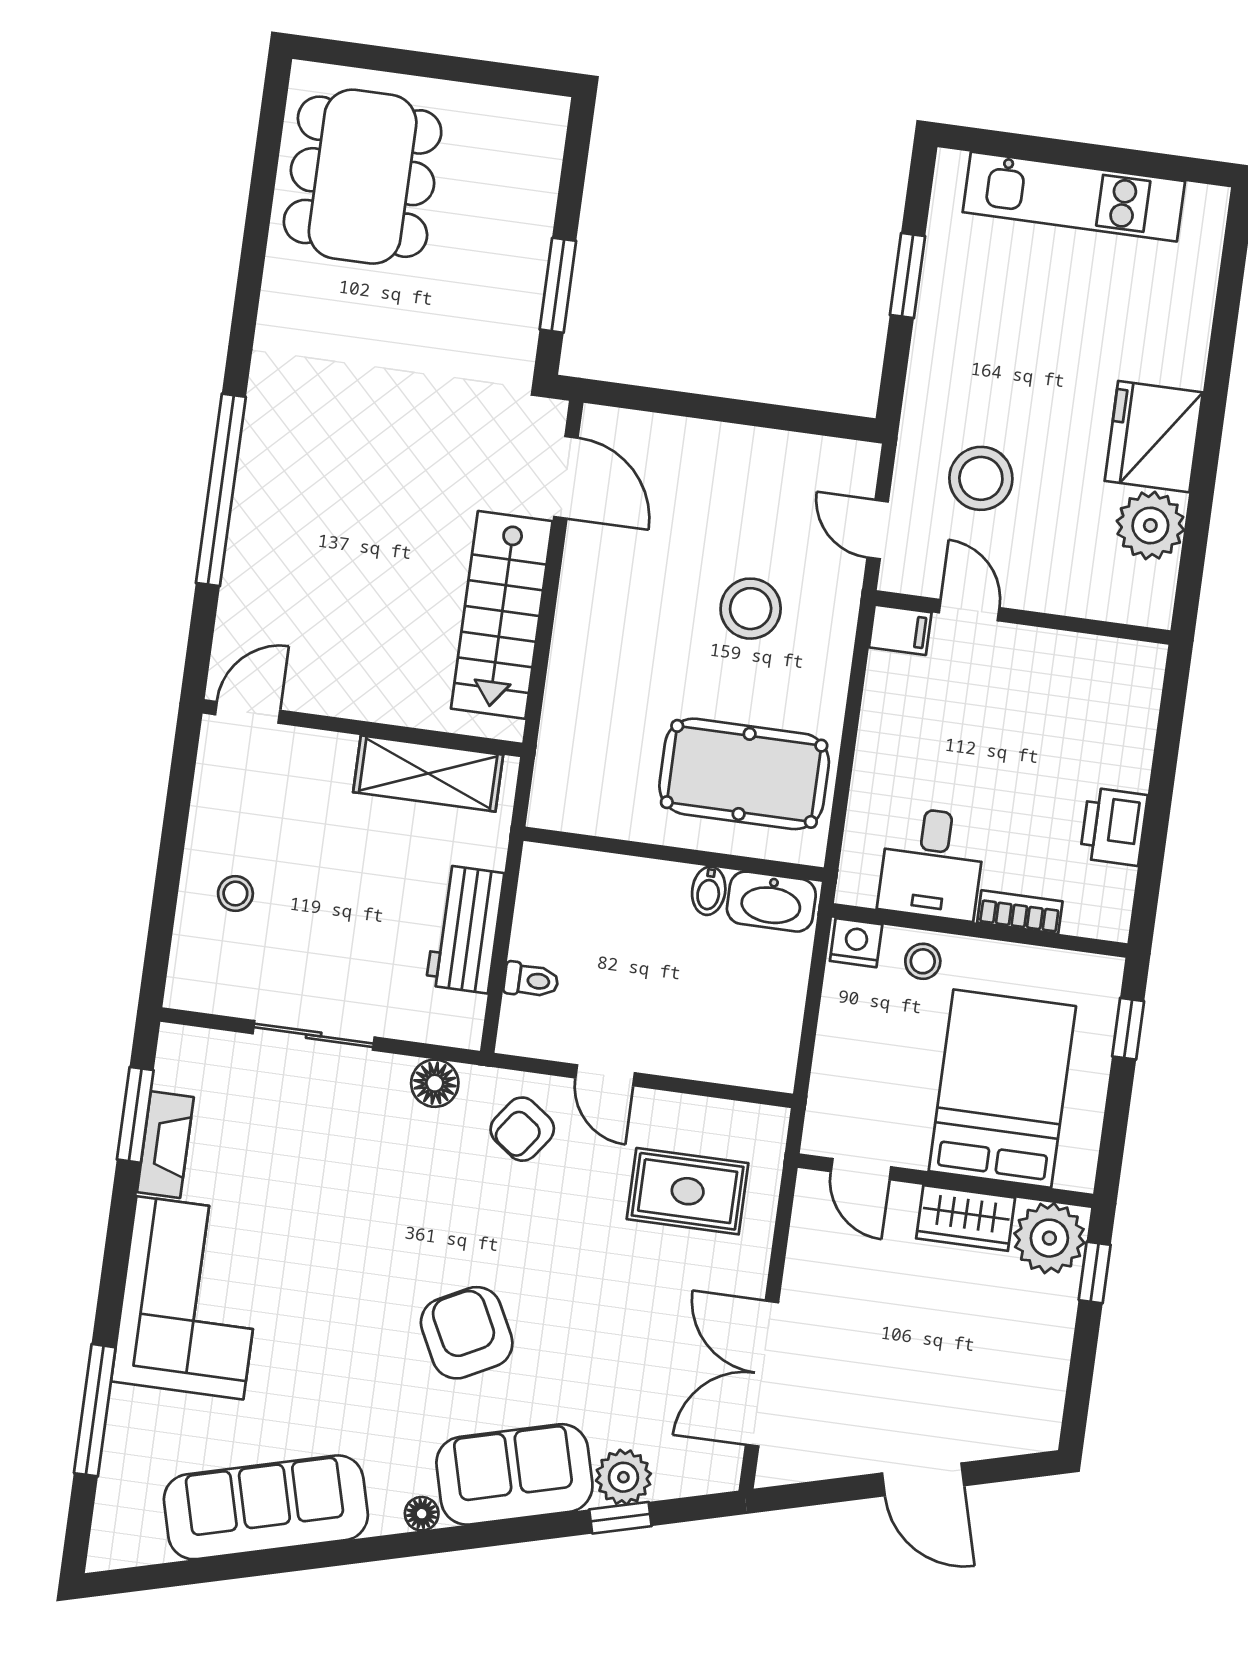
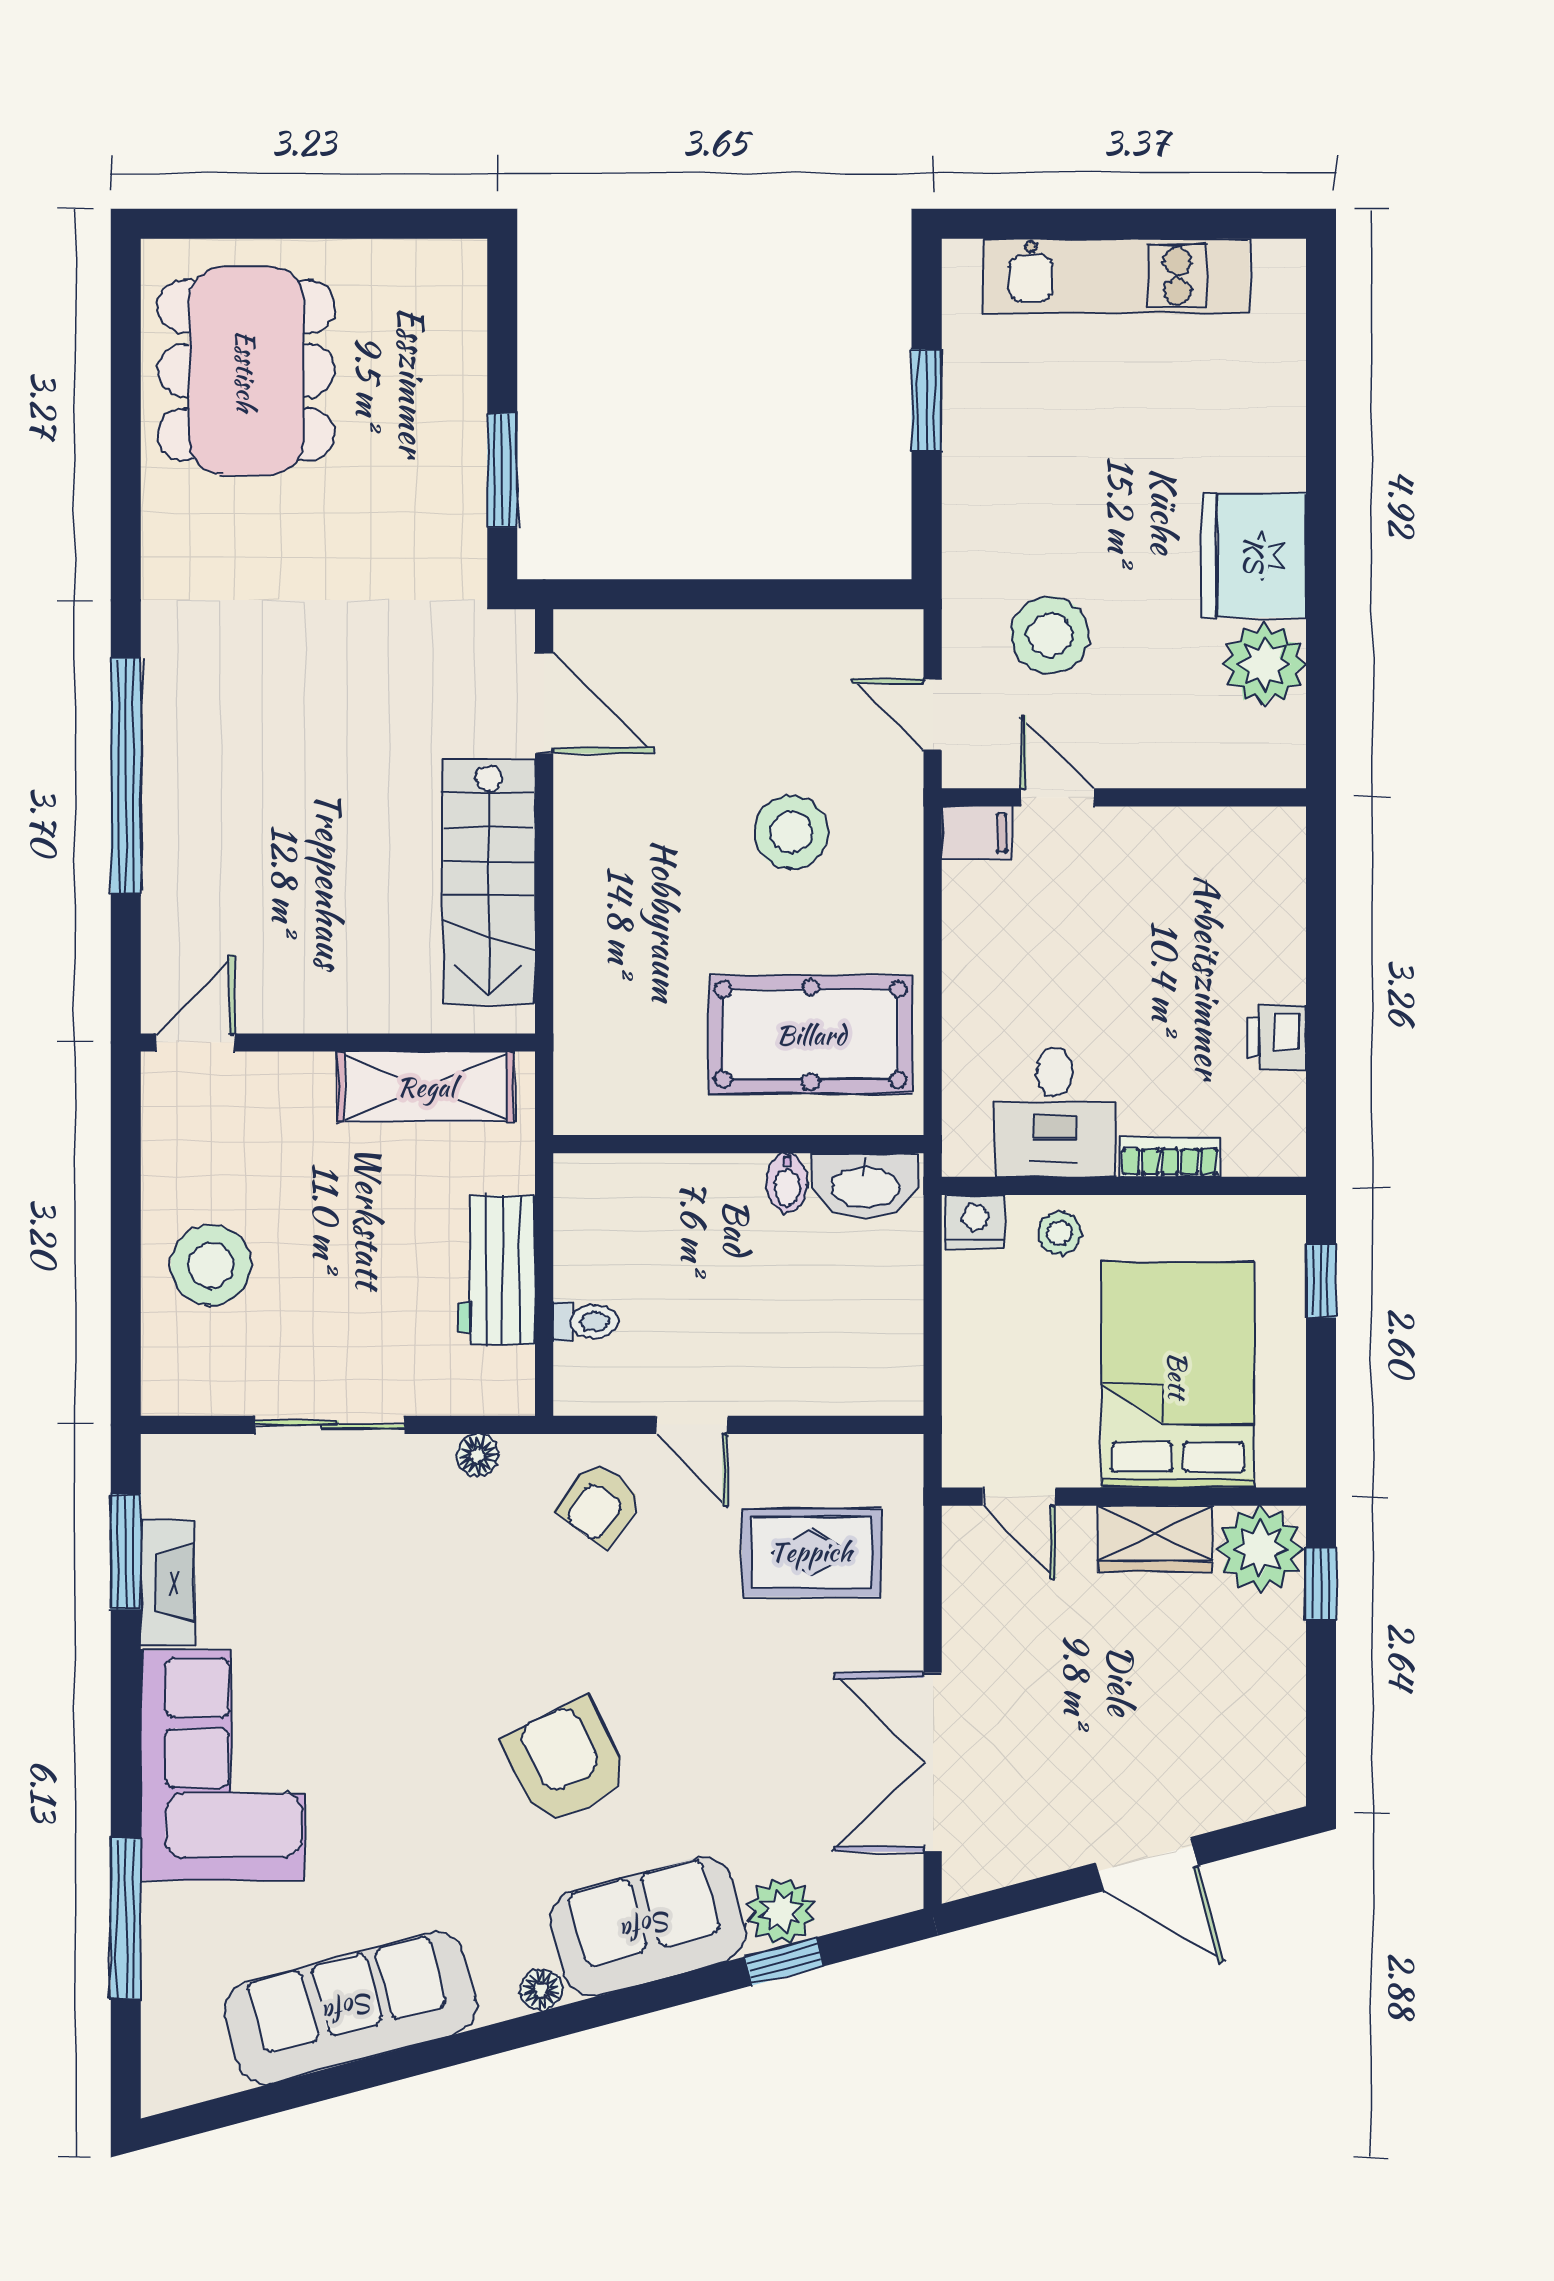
printer: (1114, 827) -> (1277, 1037), width x0.73, depth x0.81
stool: (235, 894) -> (211, 1265), width x1.89, depth x1.89
floor lamp: (435, 1083) -> (478, 1455), width x0.73, depth x0.73

